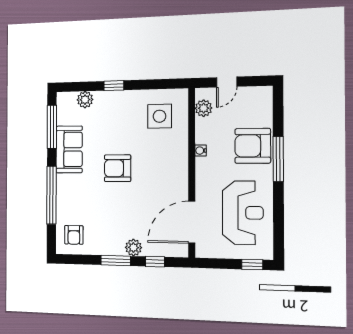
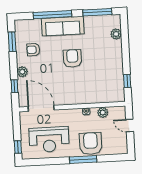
window: (114, 86) -> (127, 81), moved
plant: (204, 108) -> (103, 113), moved
side table: (159, 116) -> (107, 84), removed
sofa: (69, 149) -> (63, 26), moved, width x1.36
armchair: (74, 235) -> (33, 50), moved
window: (116, 260) -> (12, 42), moved

